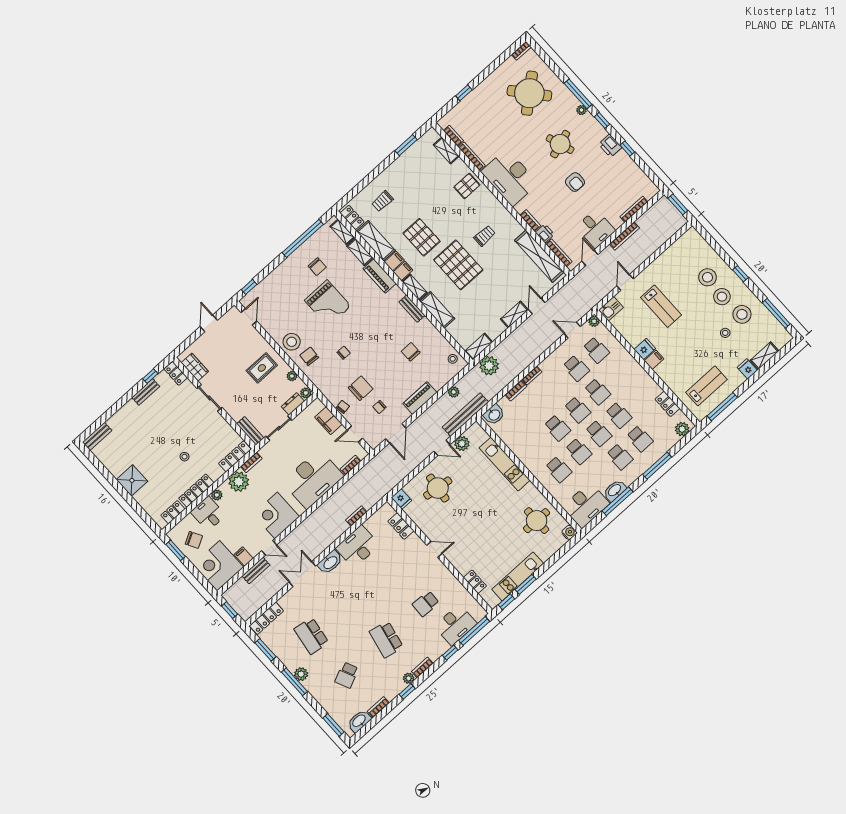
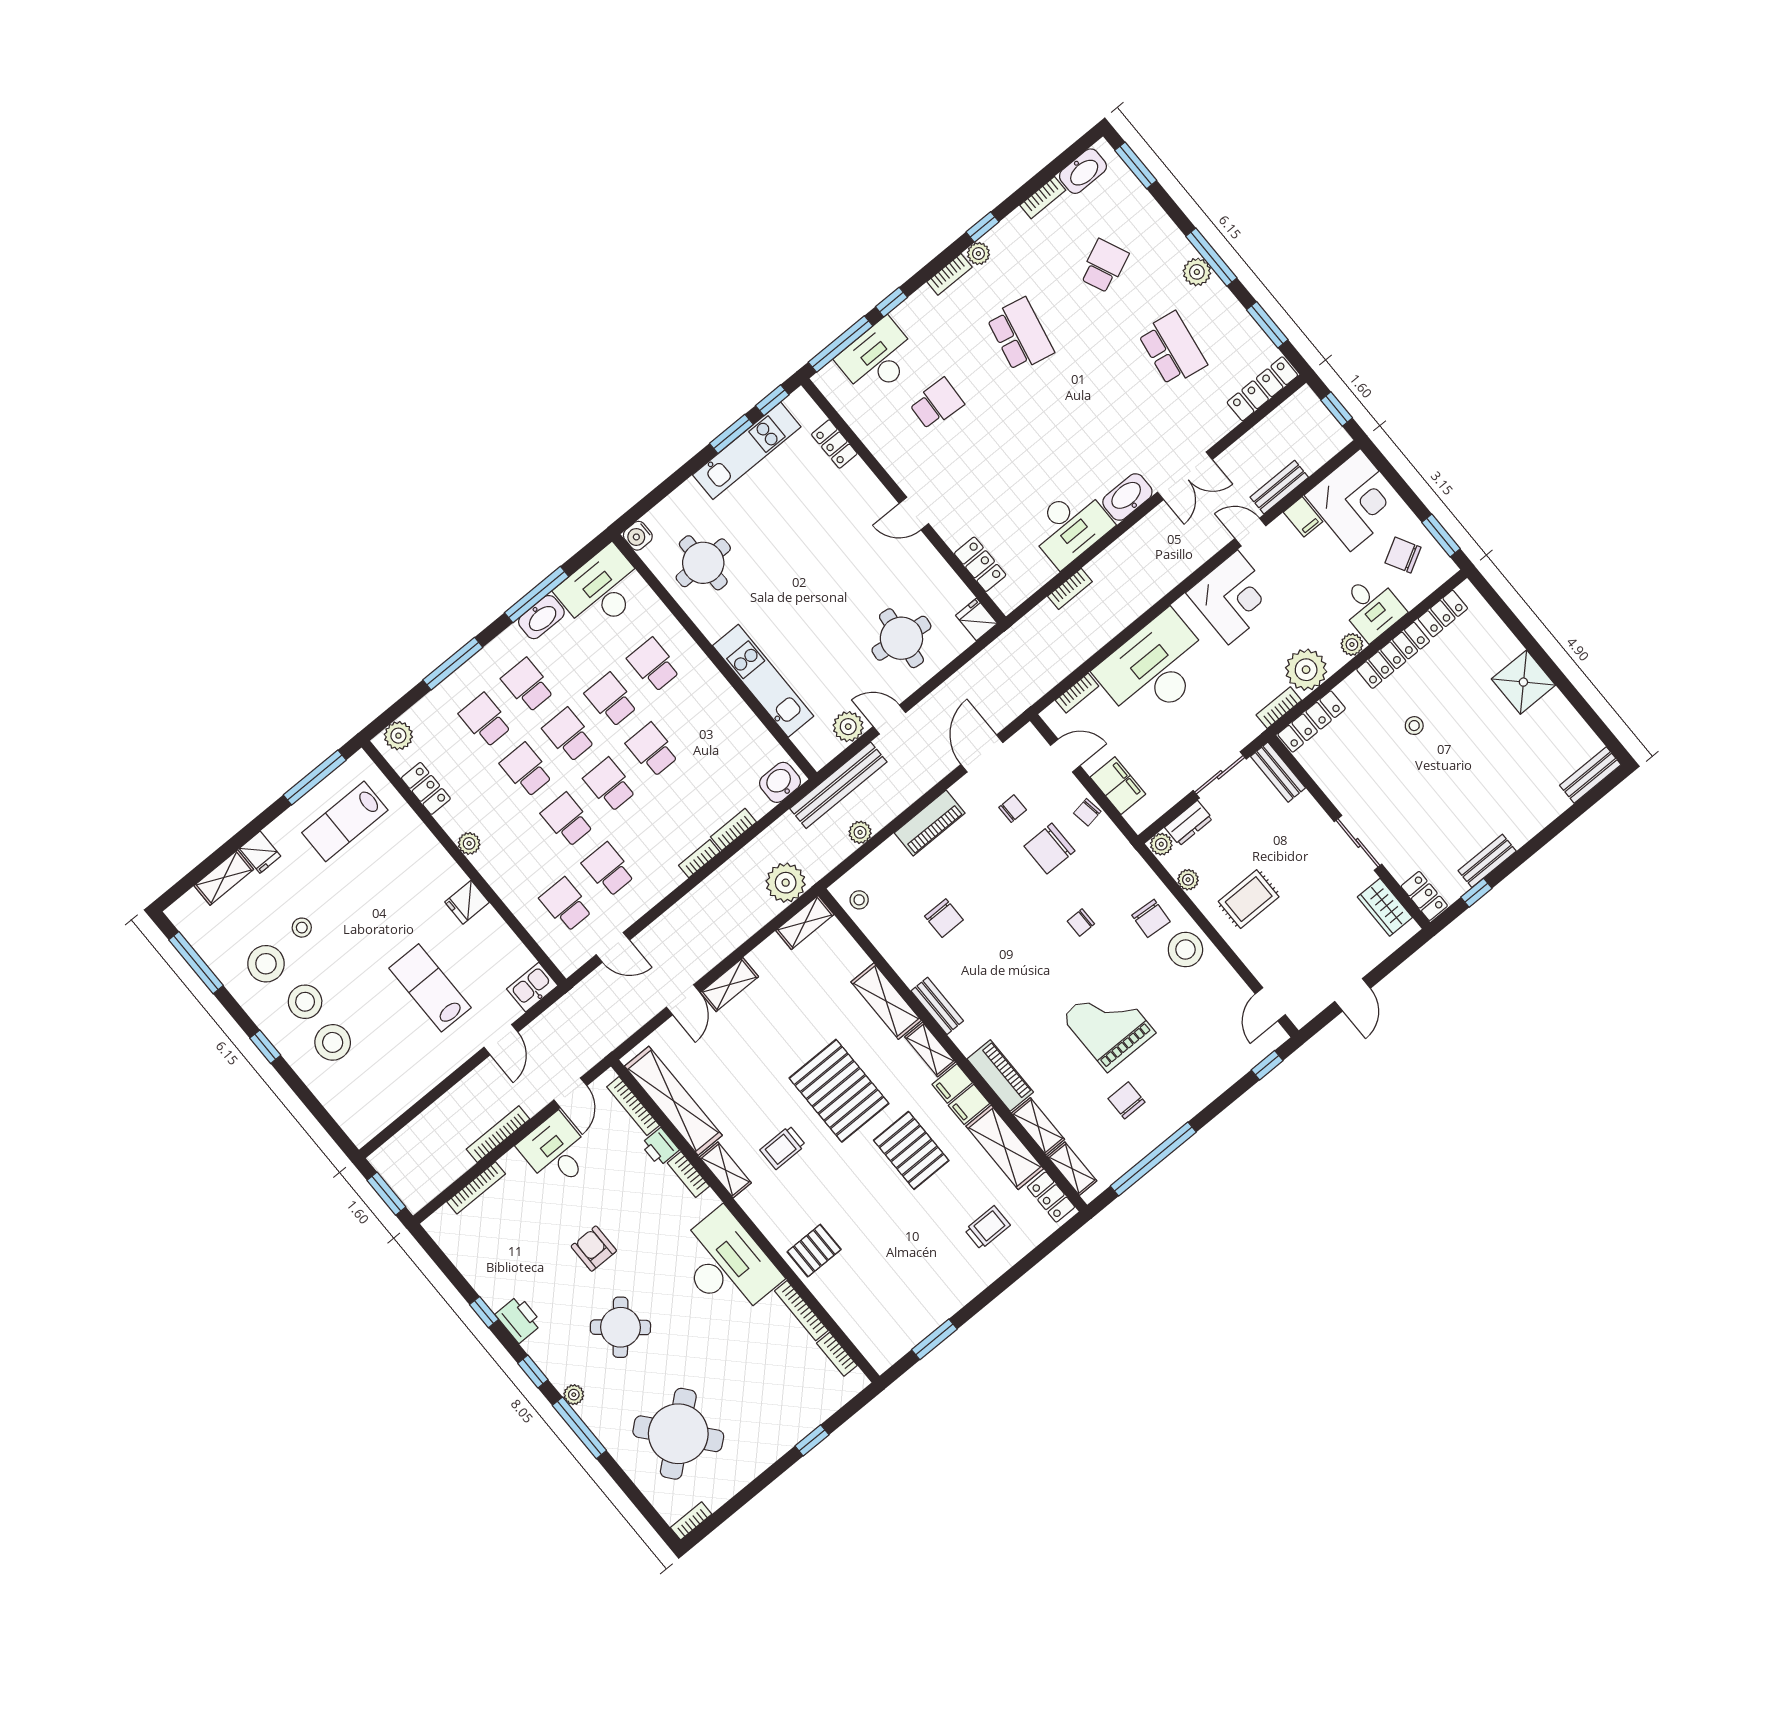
round table: (560, 144) -> (620, 1327), turned -31
shelving: (446, 150) -> (725, 1170), moved
plant: (594, 321) -> (469, 843), moved
filing cabinet: (654, 360) -> (449, 879), removed

